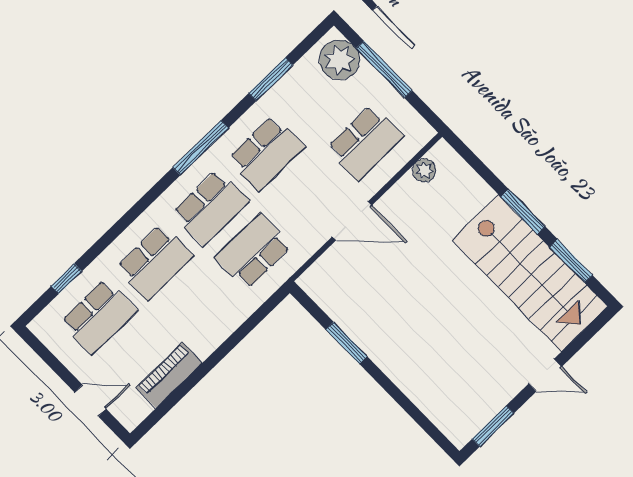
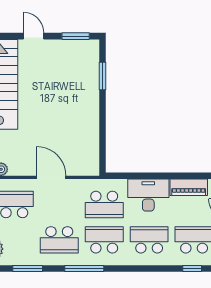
school desk: (266, 153) -> (59, 240), turned 180
desk: (210, 317) -> (148, 195), added
window: (346, 343) -> (103, 76), moved

